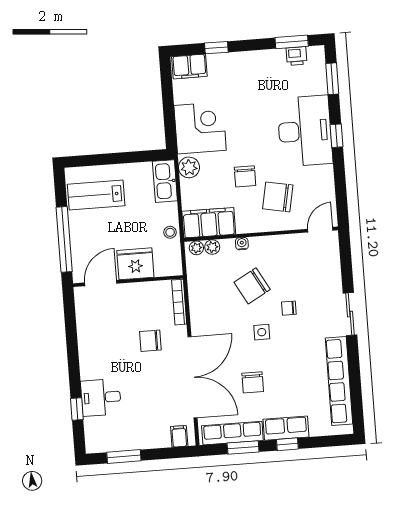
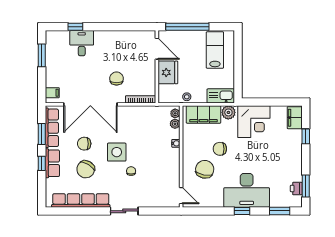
filing cabinet: (209, 223) -> (203, 114), moved, turned 90
chair: (252, 286) -> (86, 169), moved, turned -120
side table: (262, 332) -> (117, 152), width x1.87, depth x1.87

